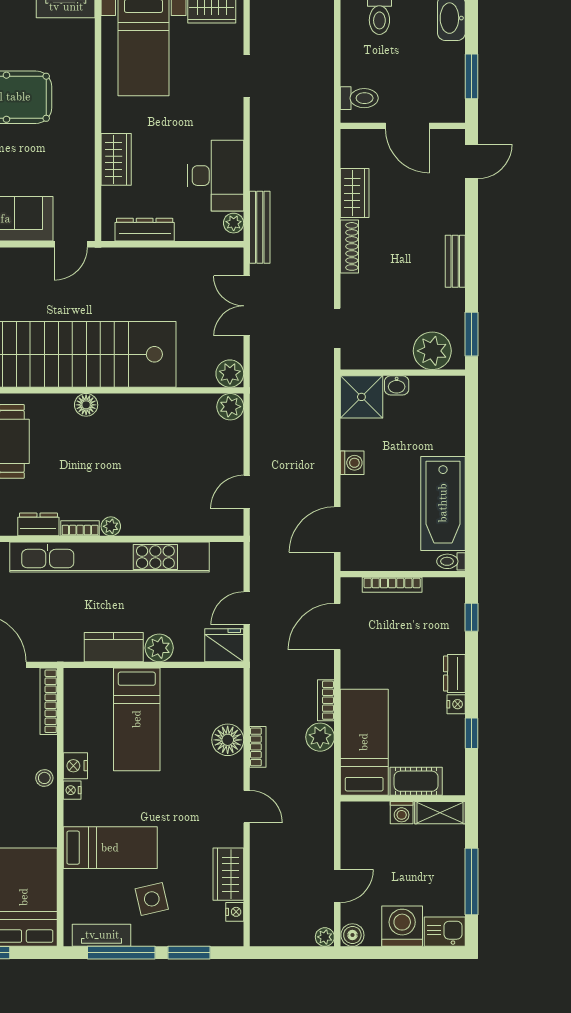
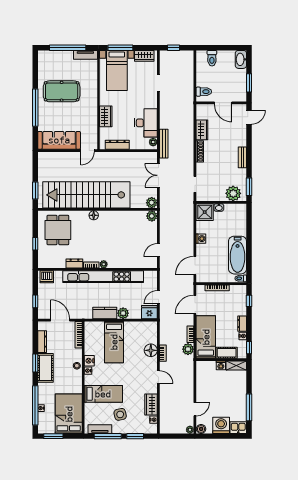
bed: (364, 742) -> (206, 337), moved
cot: (416, 781) -> (227, 353), moved
wall: (403, 798) -> (221, 360), moved
washing machine: (402, 813) -> (221, 365), moved
shelving: (440, 813) -> (236, 365), moved

